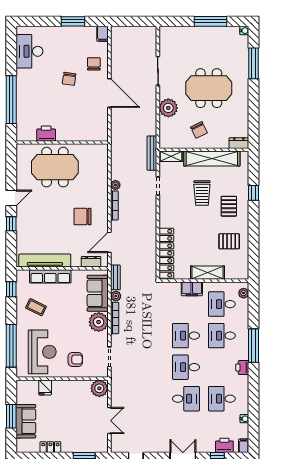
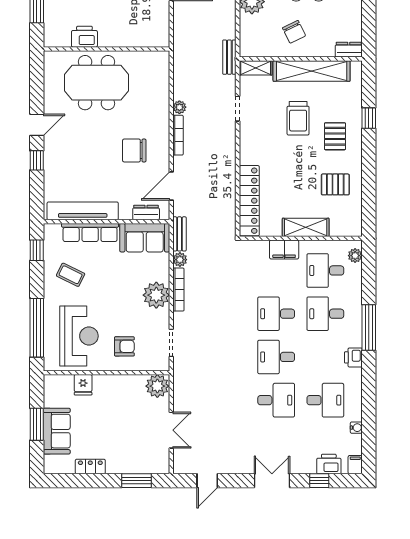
bench: (152, 153) -> (229, 57), width x0.73
sofa: (98, 293) -> (145, 238), moved, turned -90
desk: (222, 399) -> (325, 400), turned 180

